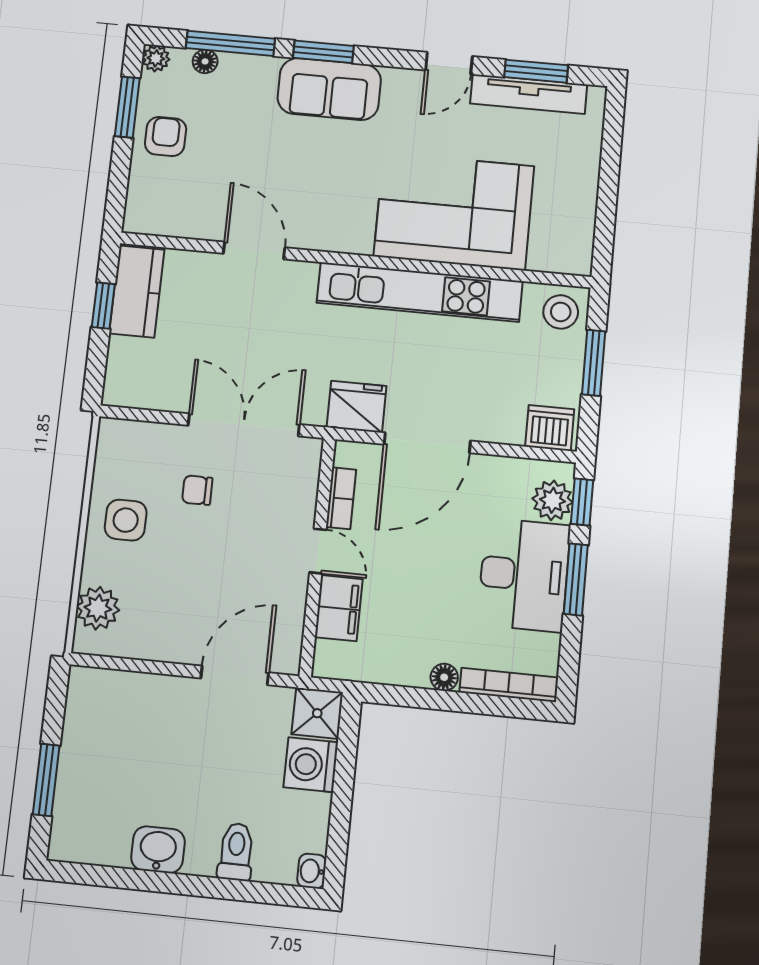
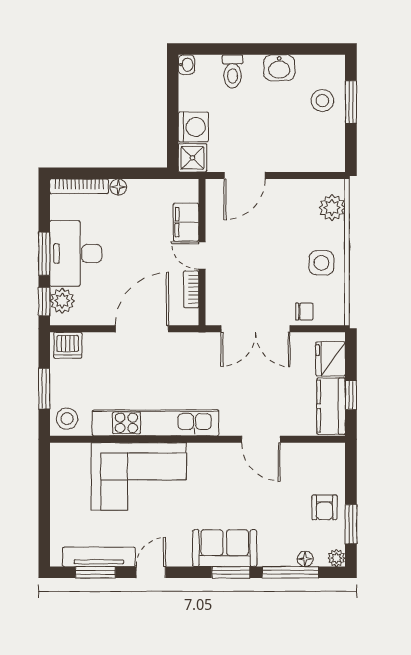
fridge: (357, 407) -> (331, 359), moved, turned 90
chair: (197, 490) -> (304, 312), moved
stool: (93, 787) -> (322, 101), added

